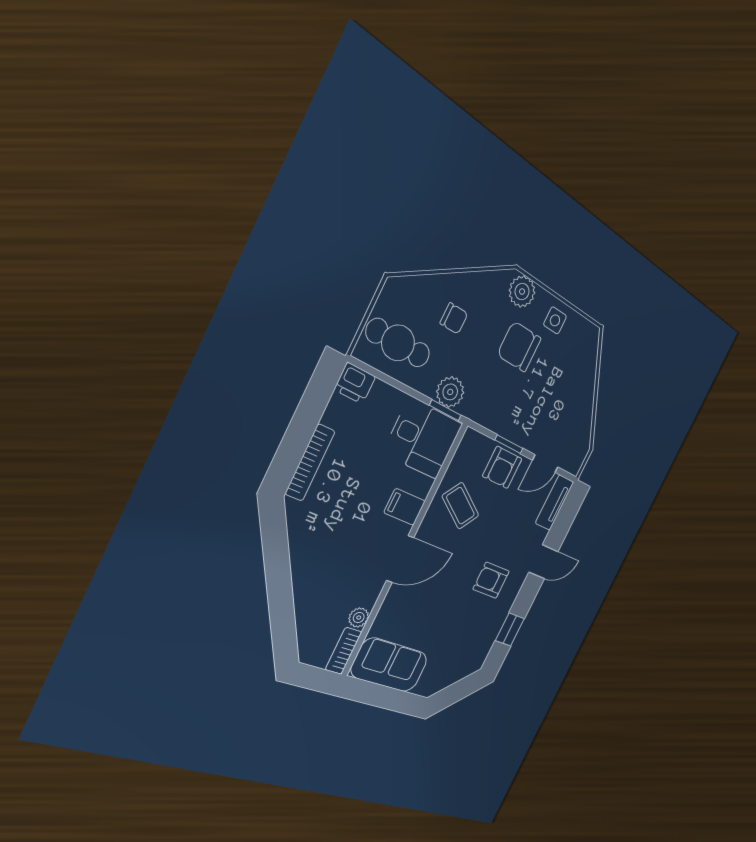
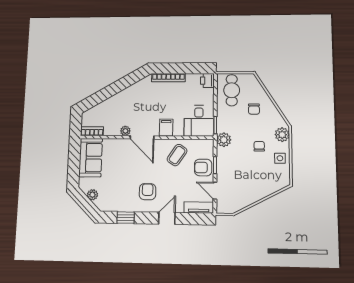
chair: (519, 347) -> (259, 146), width x0.54, depth x0.54
plant: (450, 392) -> (224, 140), moved
door: (543, 562) -> (167, 218), swing flipped
plant: (359, 618) -> (125, 131), moved
plant: (450, 676) -> (92, 195), added

